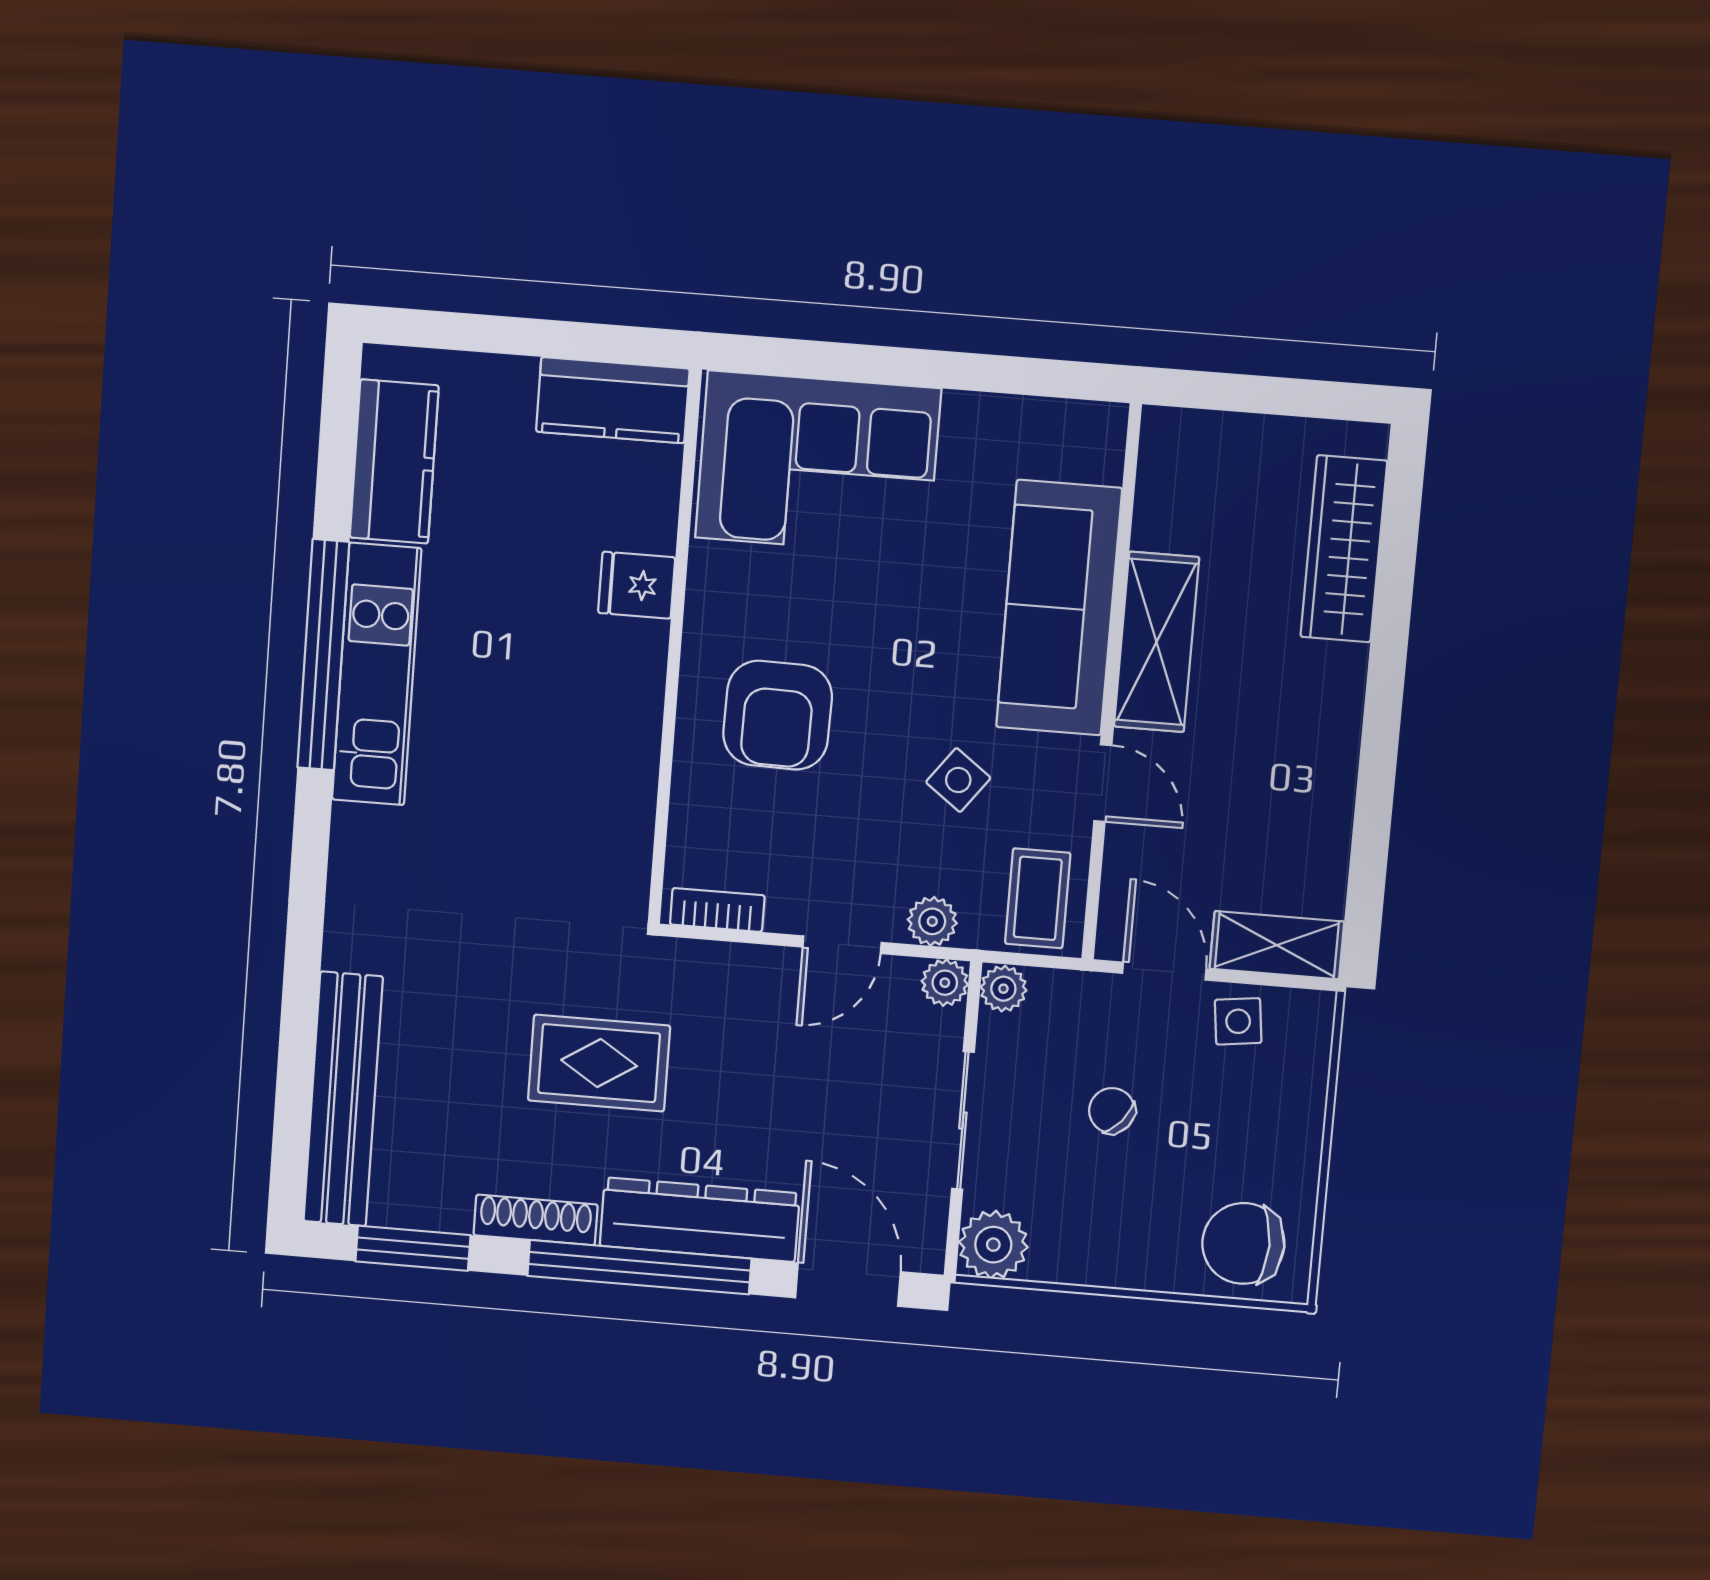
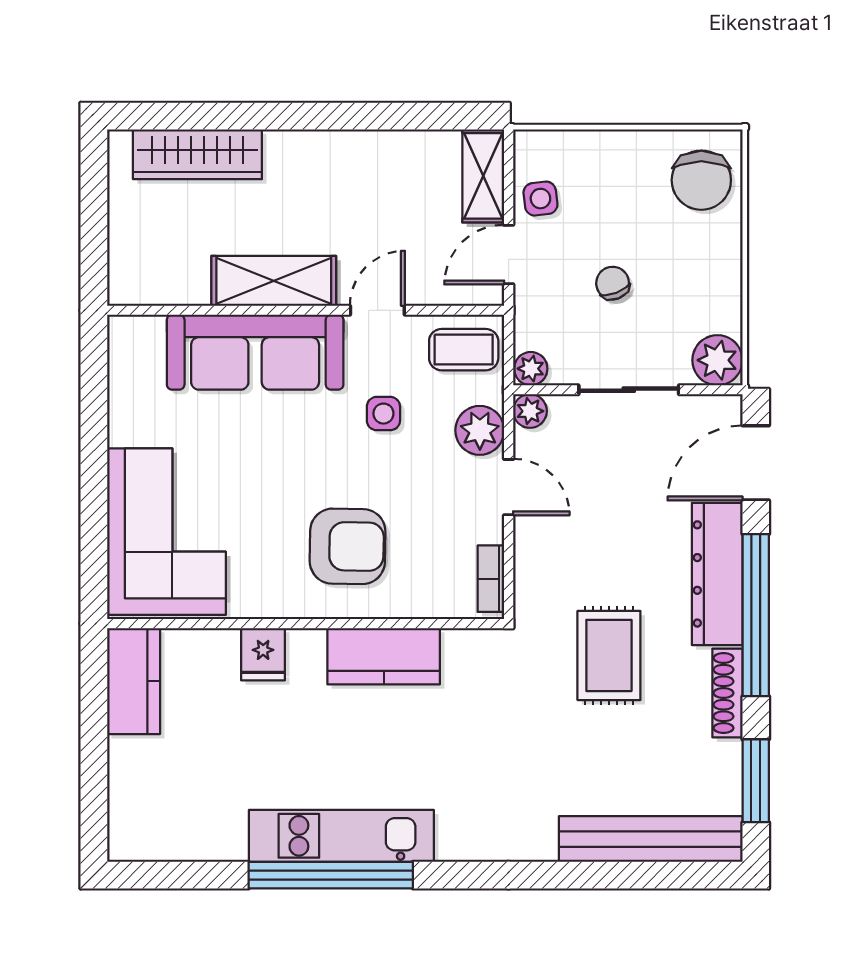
kitchen counter: (394, 462) -> (384, 656), moved, turned 180
side table: (958, 780) -> (383, 414), turned -37
plant: (932, 921) -> (480, 430), width x1.38, depth x1.38
chair: (1112, 1111) -> (613, 283), turned 119

